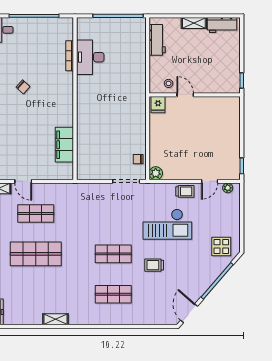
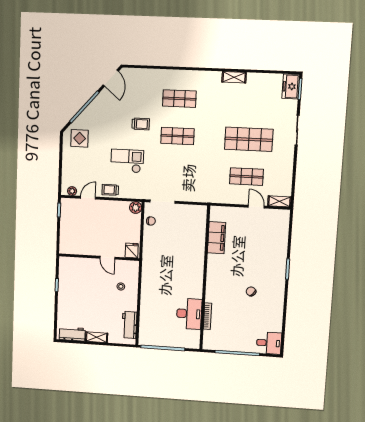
door: (185, 95) -> (107, 258), moved
wall: (195, 95) -> (99, 257), moved
fridge: (158, 105) -> (132, 250), moved
checkout: (167, 224) -> (127, 161), width x0.73, depth x0.83

